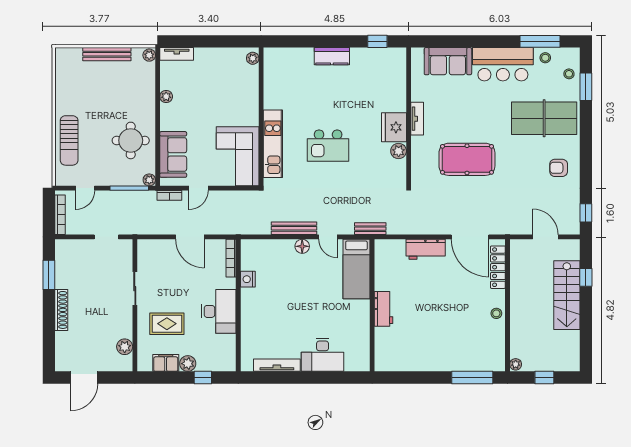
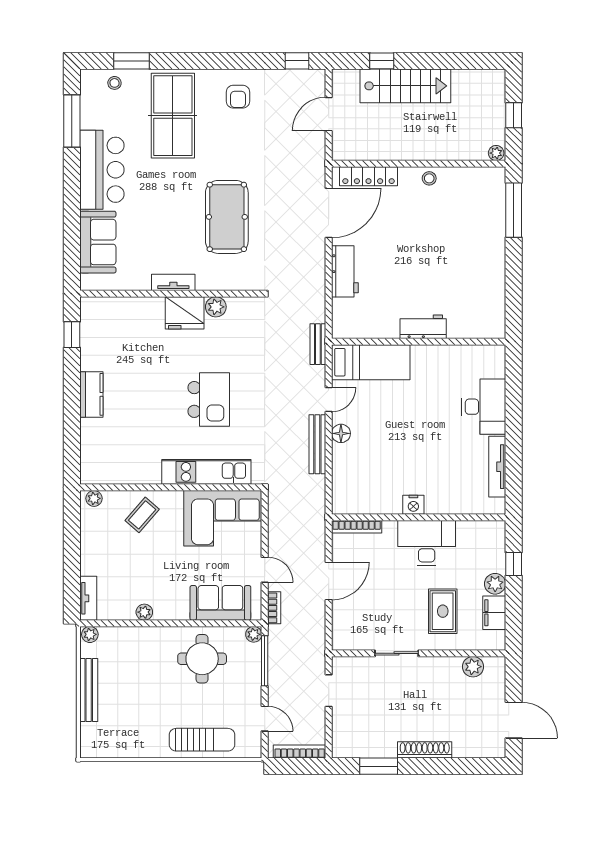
stool: (545, 58) -> (93, 114), removed
coffee table: (240, 95) -> (142, 515), added
nightstand: (248, 279) -> (413, 505), moved

